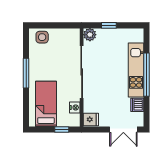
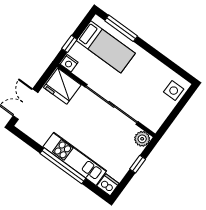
window: (26, 73) -> (121, 28), moved
dishwasher: (137, 105) -> (108, 185), moved
nightstand: (75, 108) -> (69, 63), moved
fridge: (91, 119) -> (62, 86), width x1.88, depth x1.34

